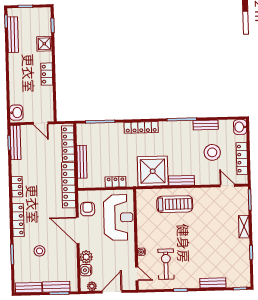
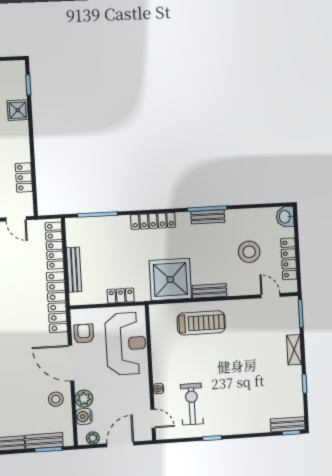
locker: (47, 74) -> (24, 177), moved
bench: (206, 125) -> (208, 217), moved
stool: (39, 251) -> (56, 399), moved
bench: (213, 283) -> (288, 424), moved

